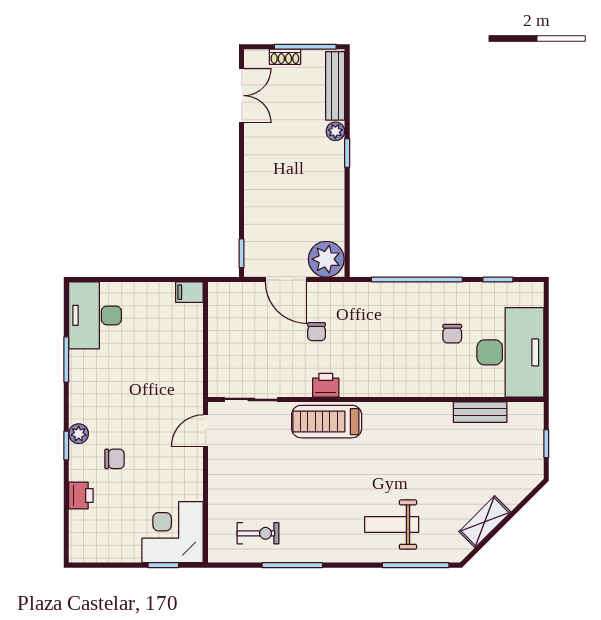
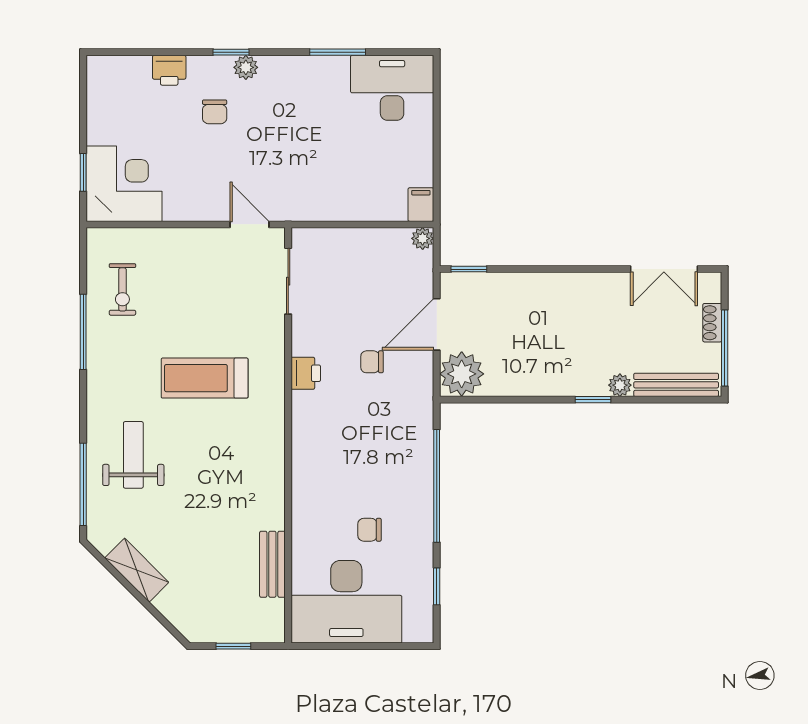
plant: (217, 291) -> (423, 238), added
treadmill: (327, 422) -> (205, 378), moved, turned -90

